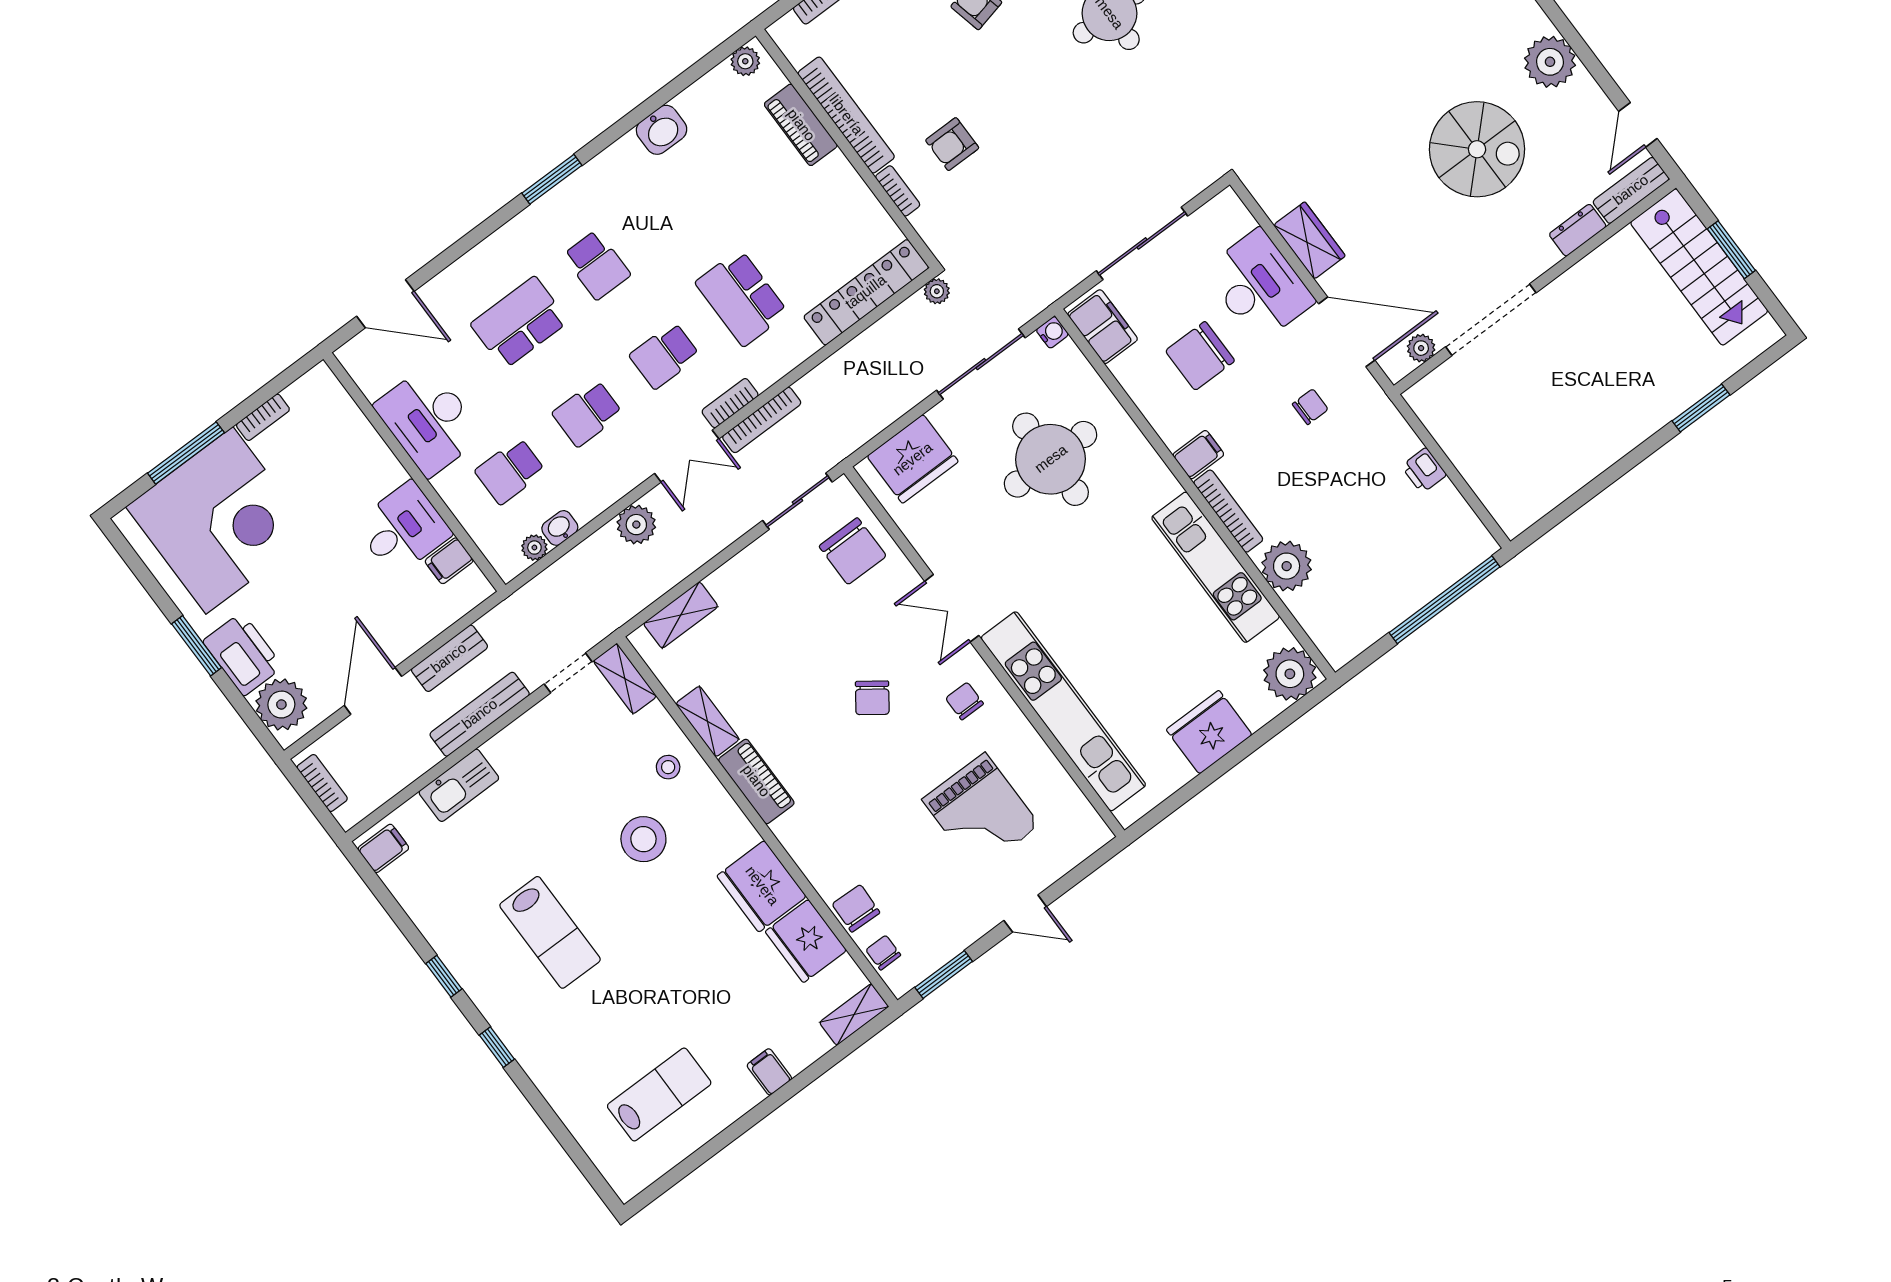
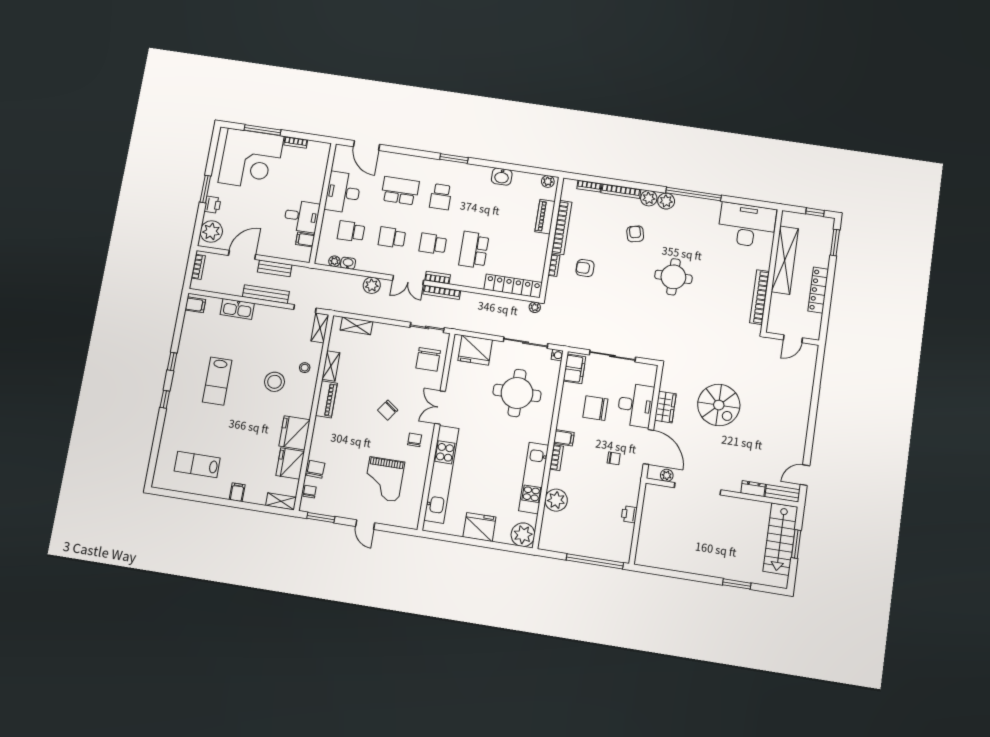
plant: (1550, 62) -> (796, 428), removed
spiral stairs: (1477, 149) -> (719, 405), moved
bookcase: (1228, 511) -> (556, 458), width x0.64
printer: (243, 654) -> (213, 205), width x0.53, depth x0.68
lab bench: (659, 1094) -> (197, 464), turned 180

